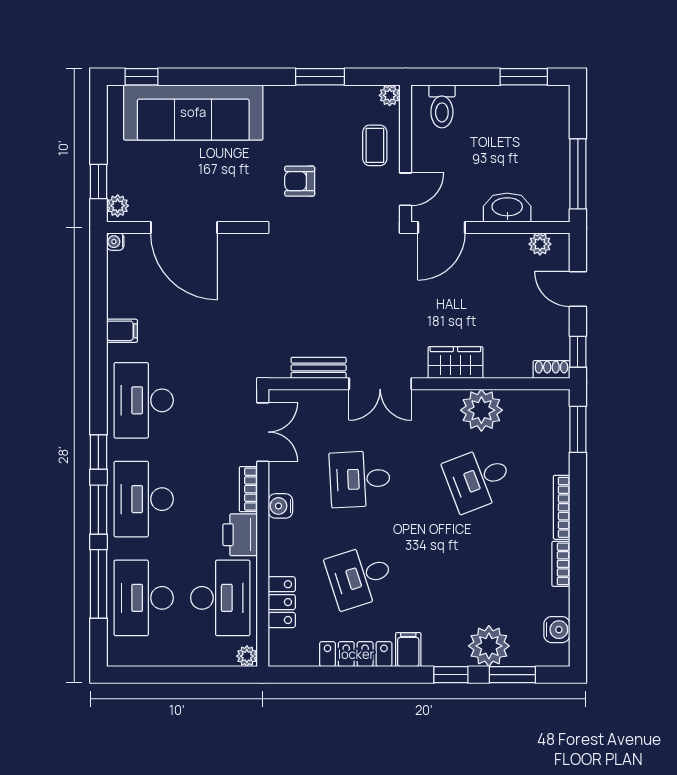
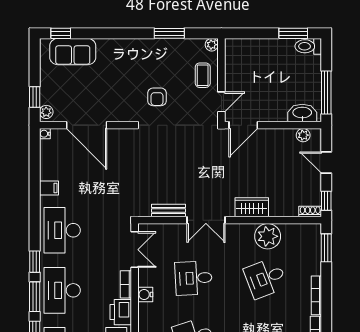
toilet: (442, 106) -> (308, 46), moved, turned 90
sofa: (193, 112) -> (73, 52), width x0.54, depth x0.79
armchair: (300, 181) -> (157, 97), turned -90
washbasin: (507, 208) -> (302, 113), moved

